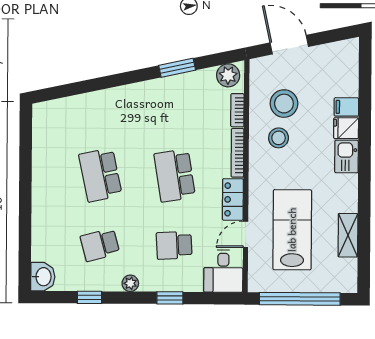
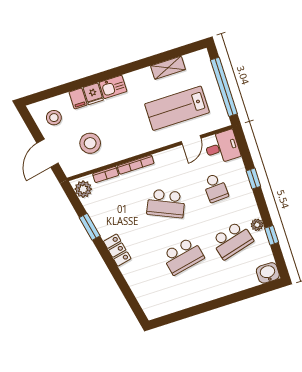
stool: (279, 138) -> (54, 118), moved
school desk: (175, 175) -> (166, 204), turned 33
locker: (233, 199) -> (117, 250), moved, turned -102
door: (246, 234) -> (191, 140), hinge flipped
school desk: (100, 245) -> (232, 240), width x1.85
plant: (130, 283) -> (257, 225), moved

